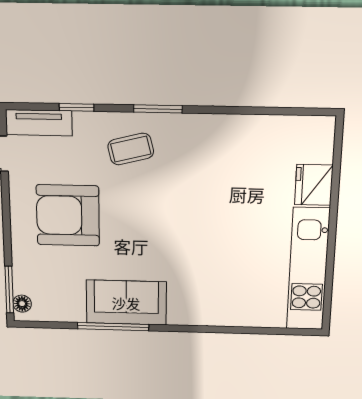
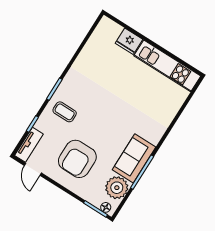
coffee table: (131, 149) -> (65, 112), turned -76
plant: (64, 303) -> (117, 188), added

